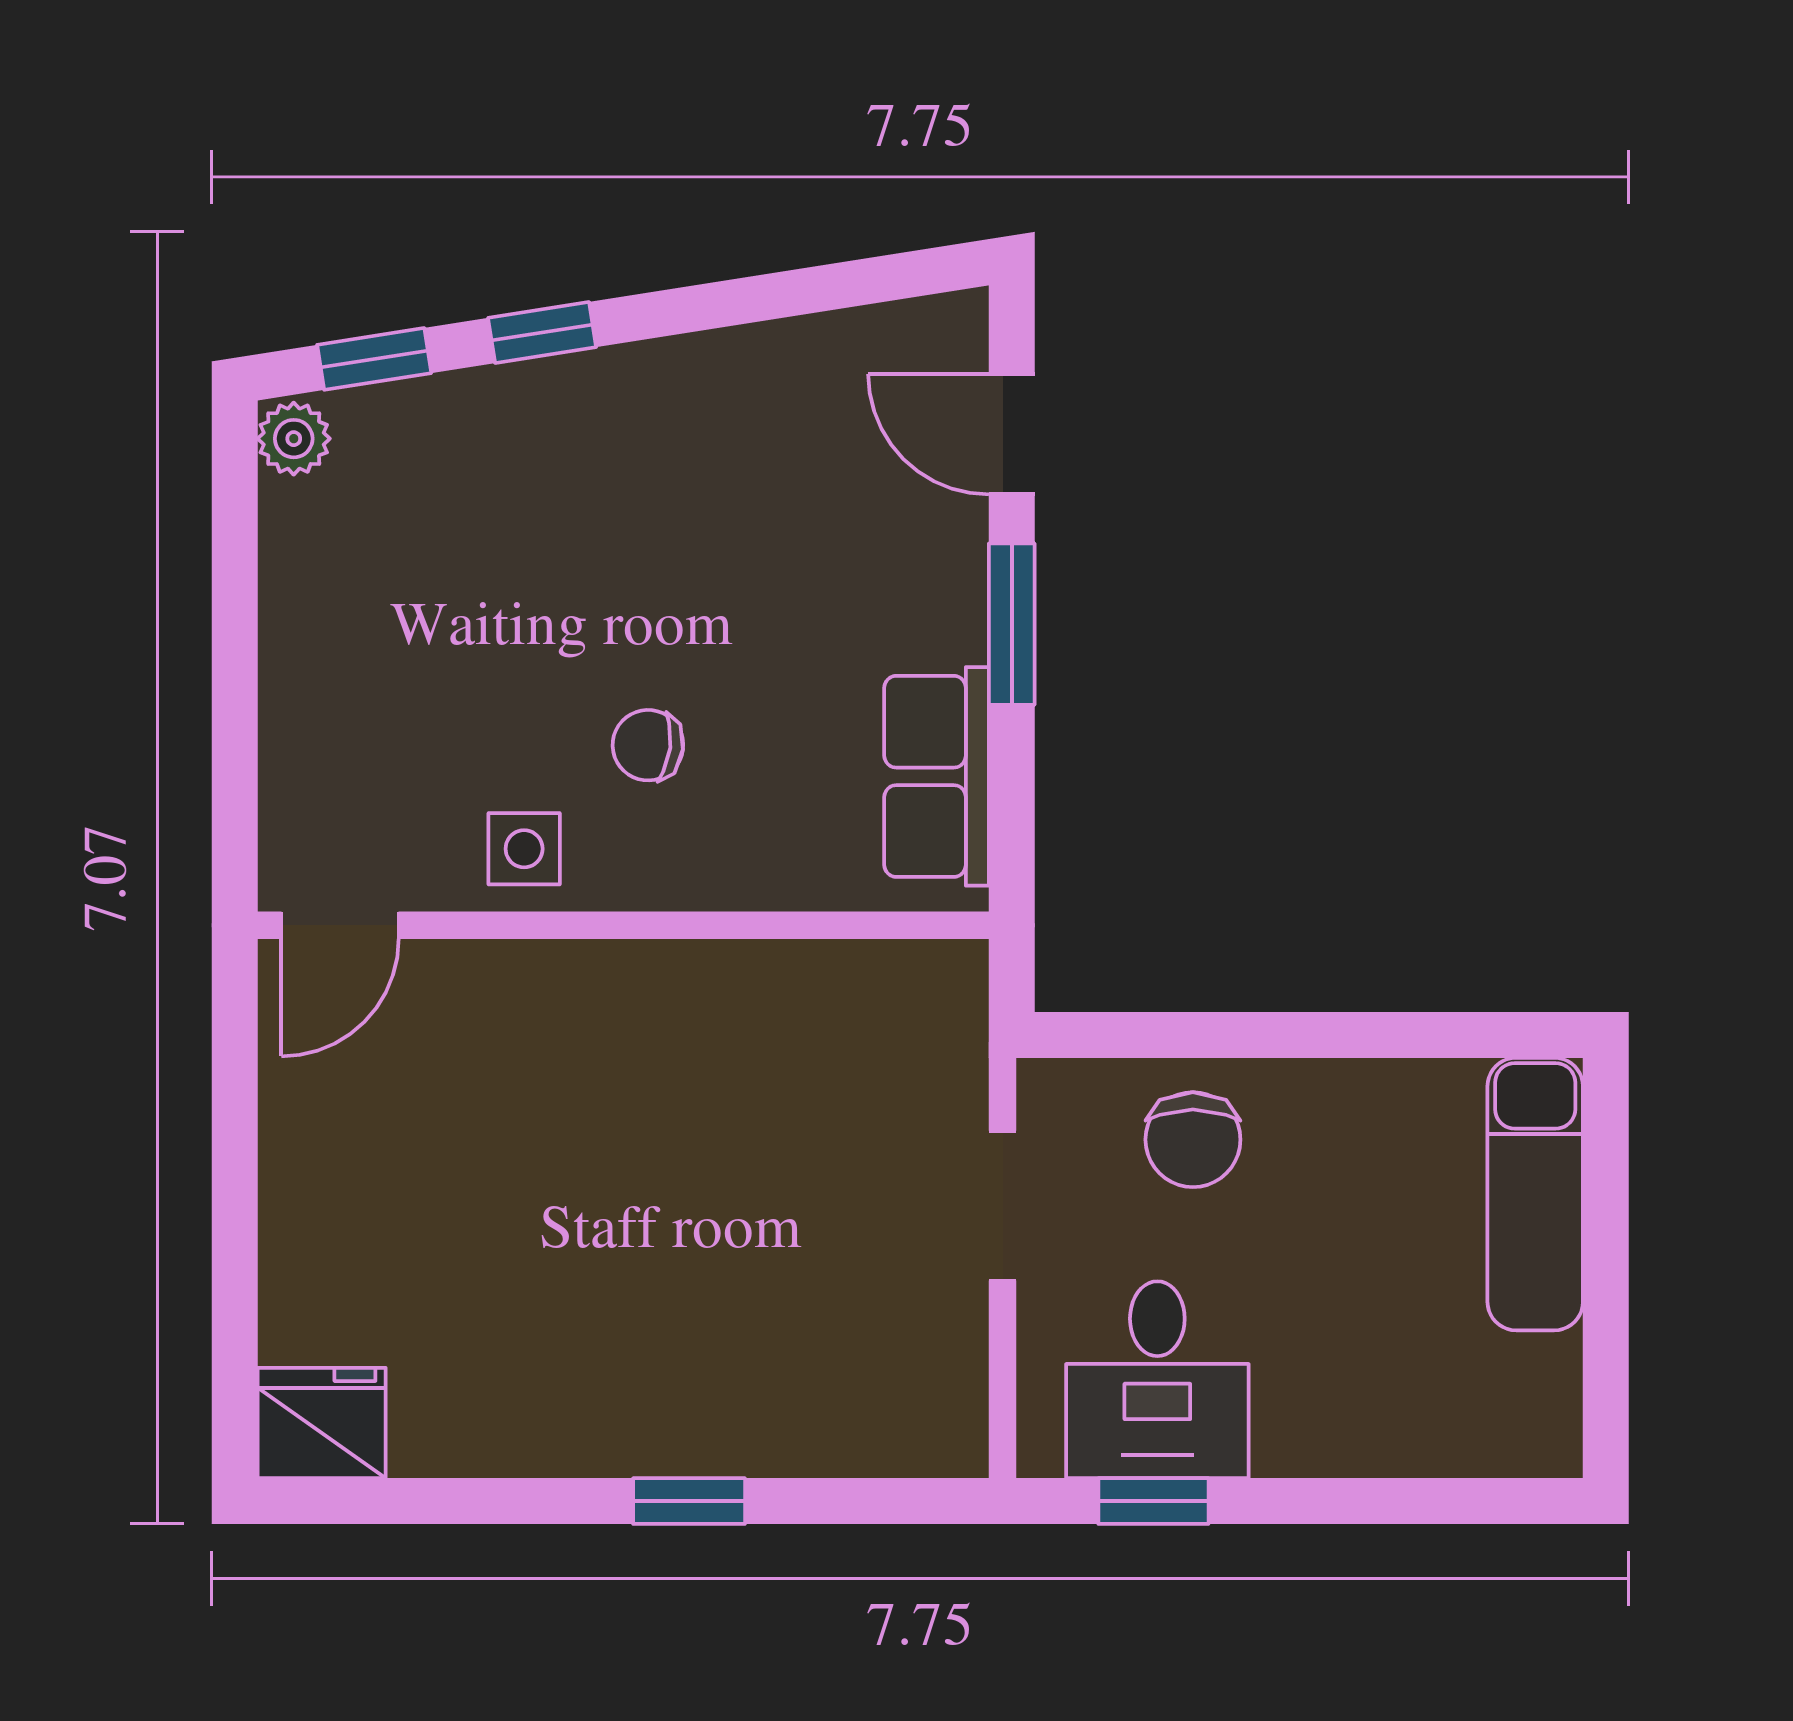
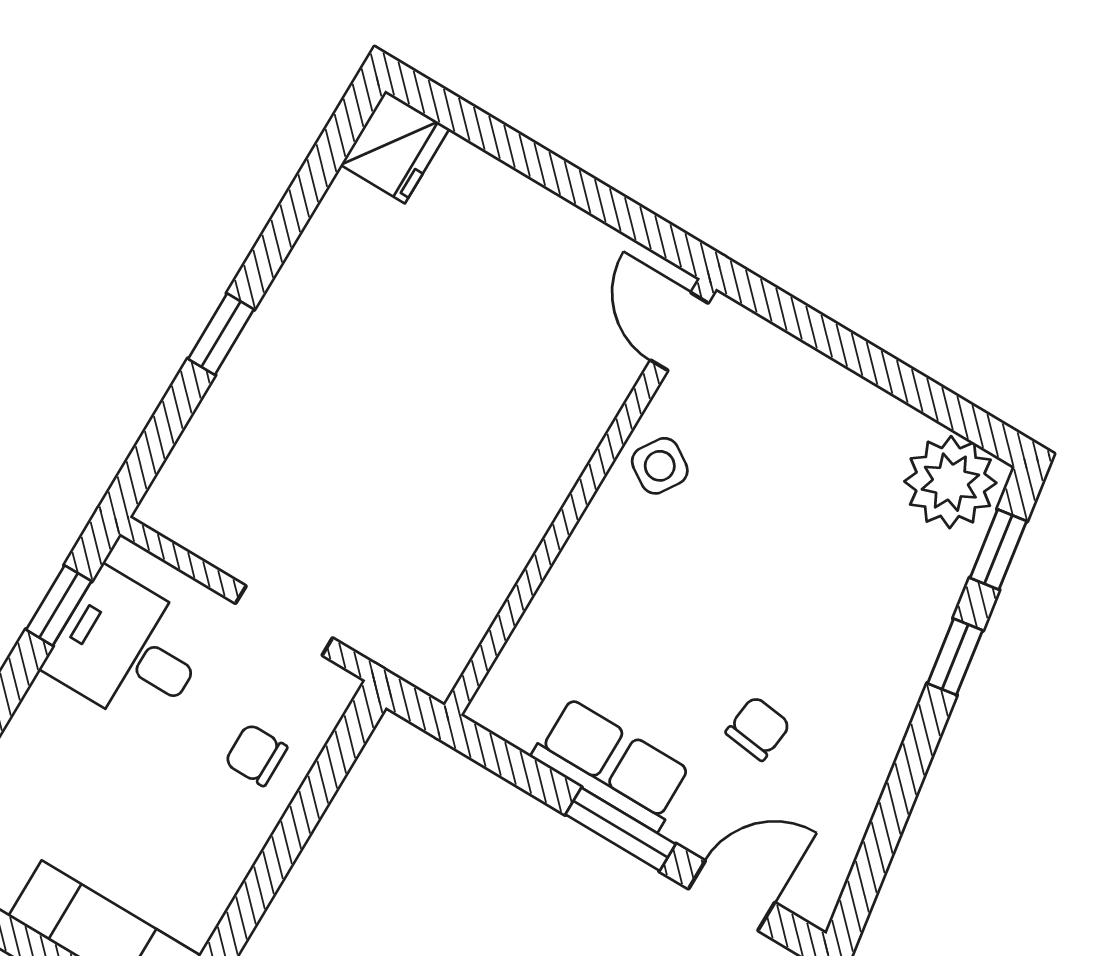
plant: (294, 439) -> (950, 482), width x1.87, depth x1.87
chair: (648, 745) -> (758, 728), moved
row of seats: (937, 776) -> (612, 764), moved
side table: (524, 849) -> (660, 466), turned 33
chair: (1193, 1140) -> (256, 755), width x0.73, depth x0.73

